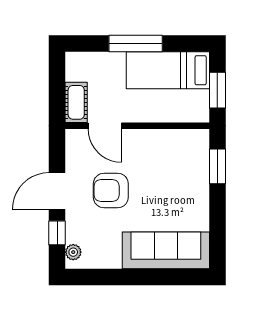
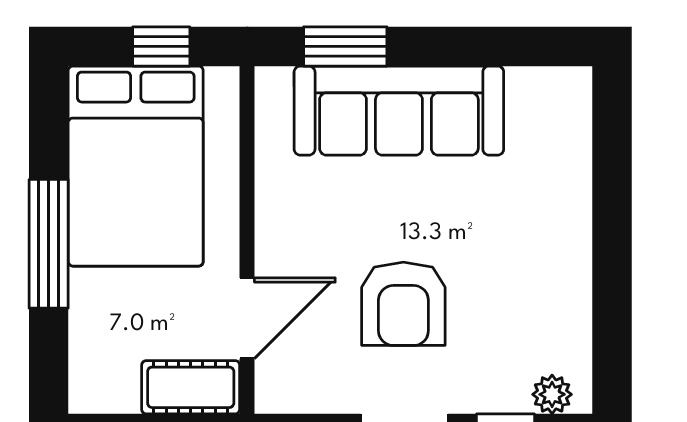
bed: (168, 70) -> (136, 166), width x1.50
window: (217, 90) -> (161, 46), width x0.67
sofa: (166, 250) -> (399, 111), moved, turned -90

